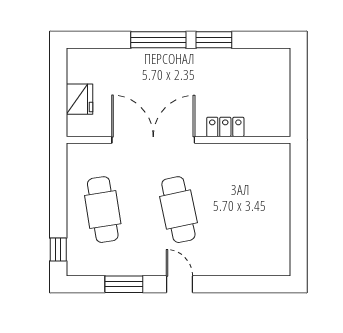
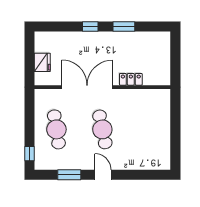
window: (158, 40) -> (90, 26), width x0.46

